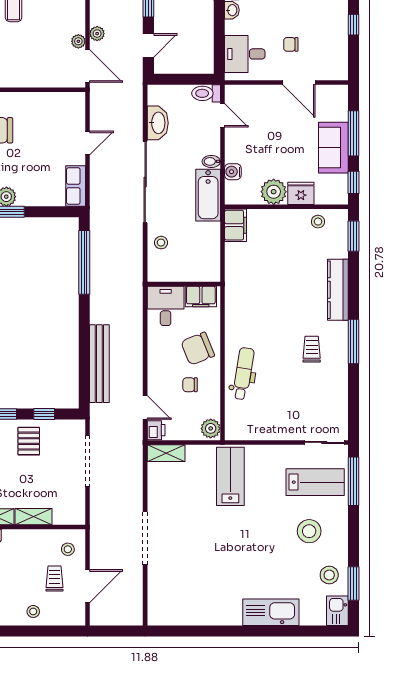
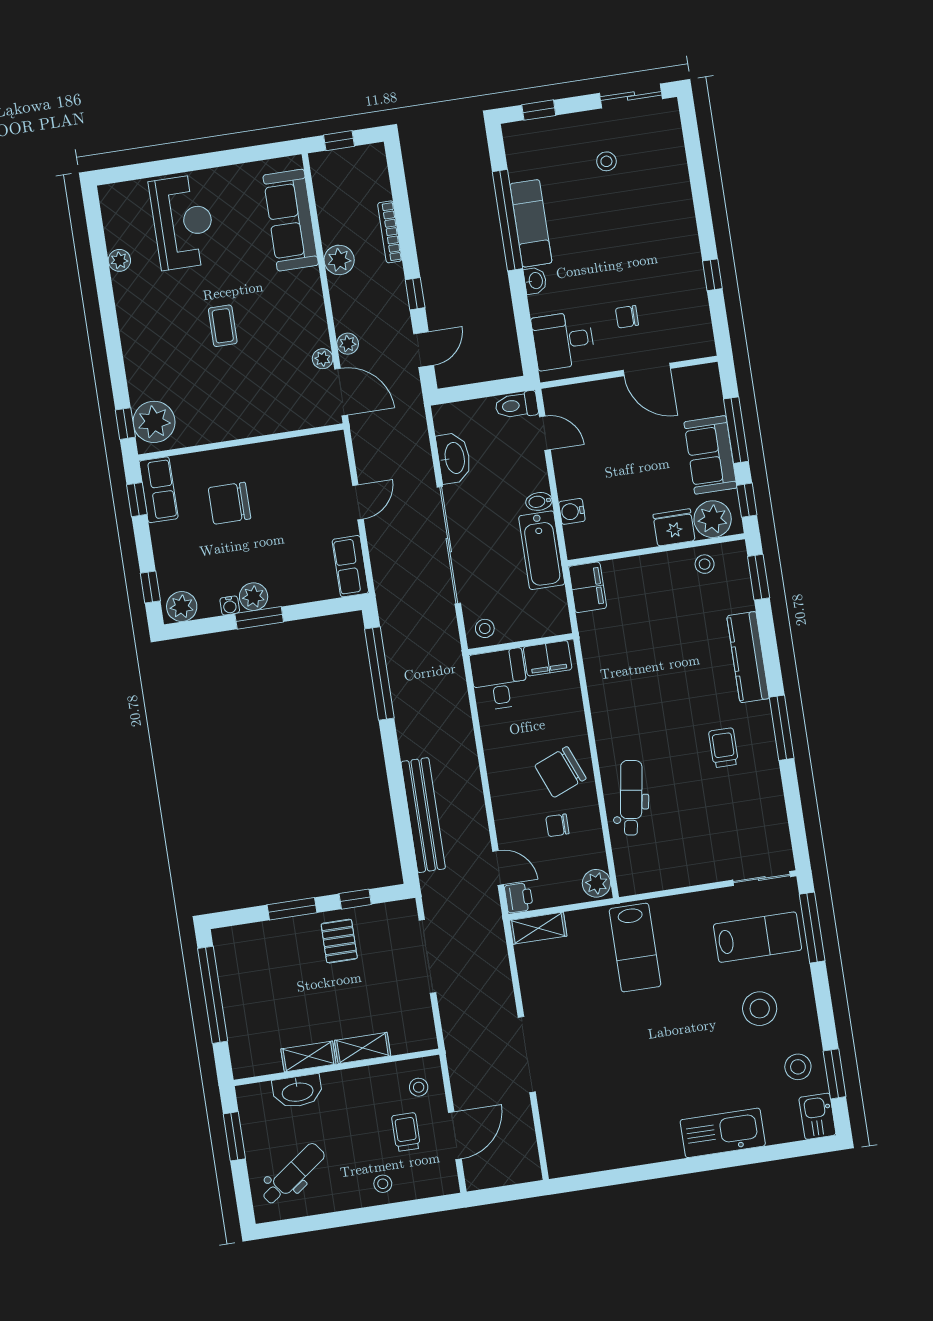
plant: (274, 192) -> (713, 519), moved
wall: (184, 284) -> (521, 644), moved
filing cabinet: (201, 297) -> (548, 658), moved
desk: (166, 306) -> (499, 679), moved
lab bench: (230, 476) -> (635, 948), turned 180

